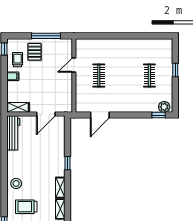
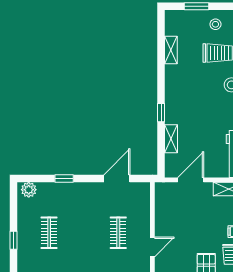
window: (159, 115) -> (64, 178), moved
shelving: (60, 188) -> (171, 139), moved

